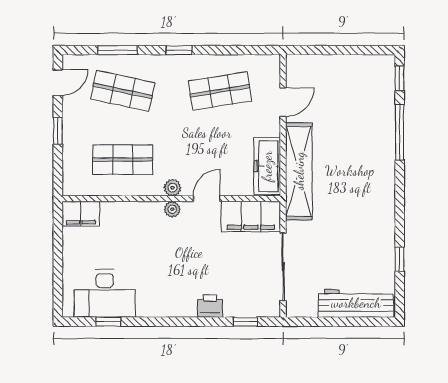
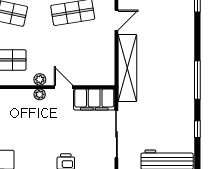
window: (400, 132) -> (197, 80), moved
freezer: (267, 166) -> (105, 64), removed
door: (207, 199) -> (64, 87), hinge flipped

